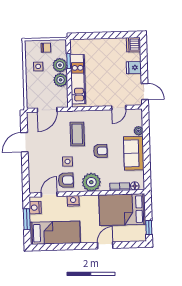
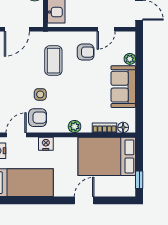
armchair: (100, 151) -> (86, 52), moved
plant: (91, 182) -> (75, 126), width x0.53, depth x0.53

